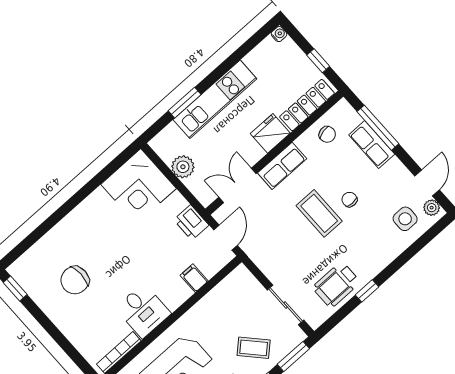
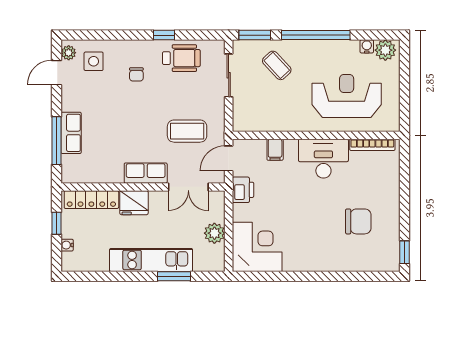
water cooler: (279, 34) -> (67, 245), moved
chair: (327, 134) -> (95, 167), removed
chair: (349, 200) -> (136, 74), moved
coffee table: (319, 213) -> (187, 131), moved, turned 90
desk: (143, 311) -> (323, 159), width x1.37

